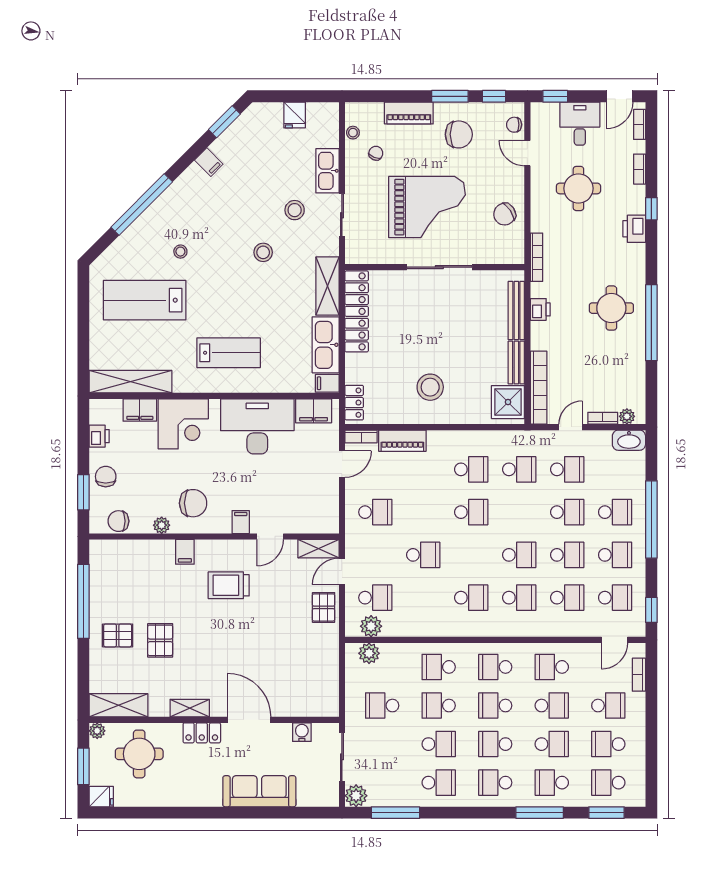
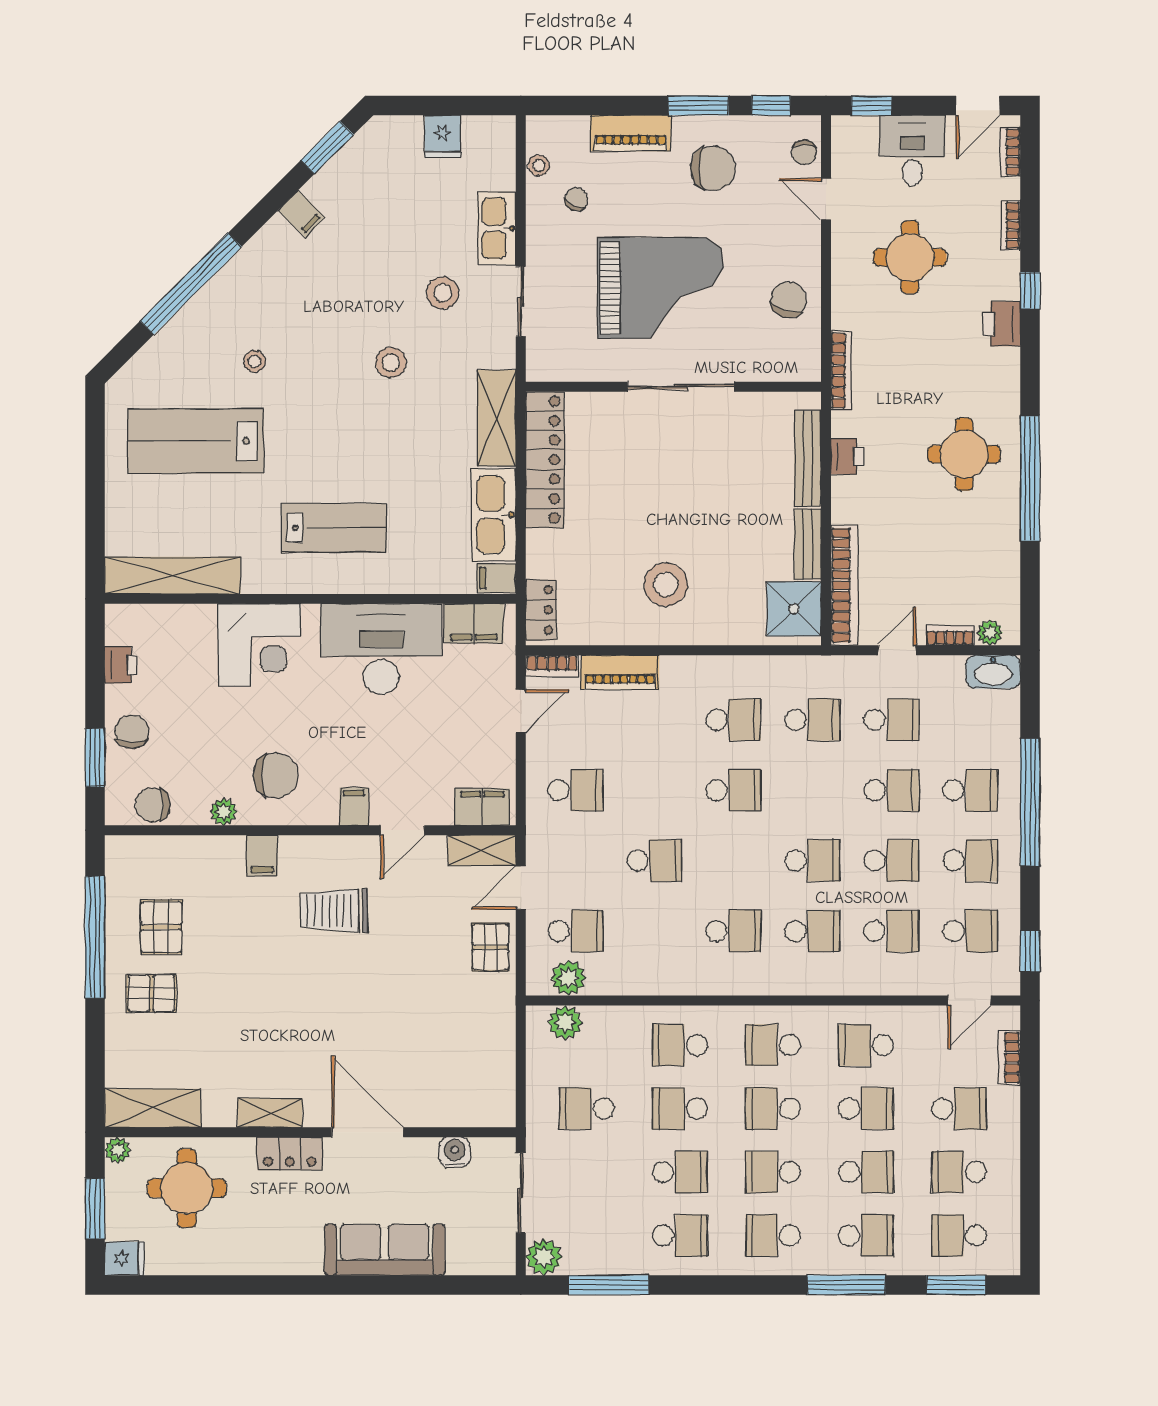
chair: (514, 125) -> (804, 152), turned -90
chair: (505, 214) -> (788, 300), turned 140
filing cabinet: (140, 410) -> (482, 807), moved, turned 180
pallet: (160, 640) -> (161, 927), moved
school desk: (552, 783) -> (866, 1235), turned 180

